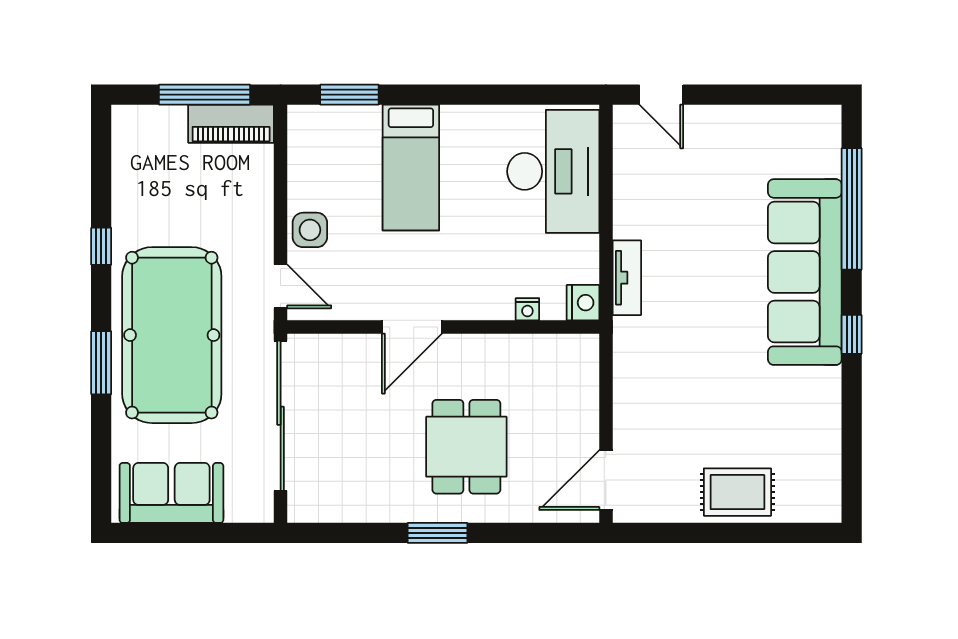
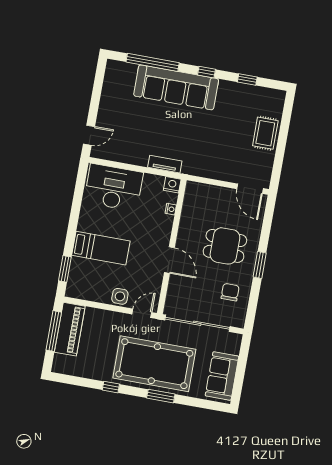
piano: (231, 124) -> (70, 329), width x1.37, depth x1.33
window: (852, 430) -> (247, 79), added
chair: (364, 477) -> (230, 292), added

